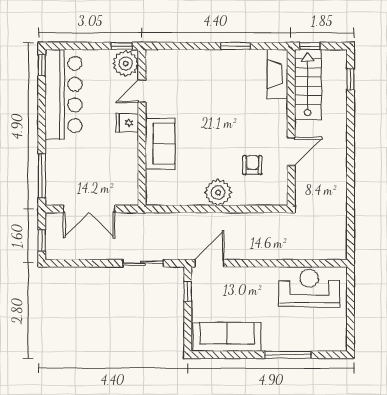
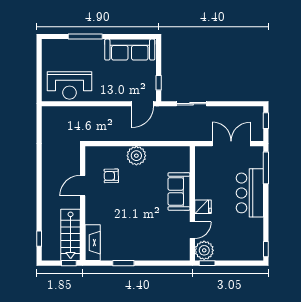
bar counter: (64, 95) -> (250, 193), moved, width x0.73
armchair: (252, 165) -> (111, 176), turned 89

